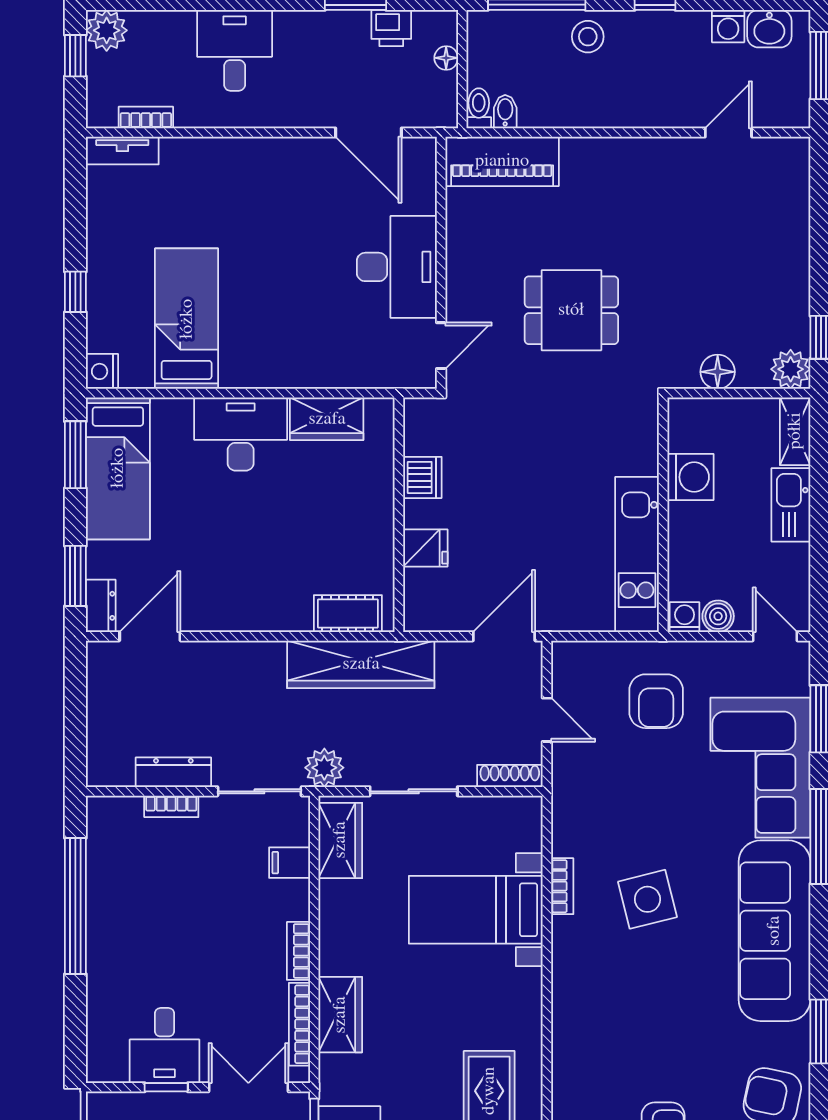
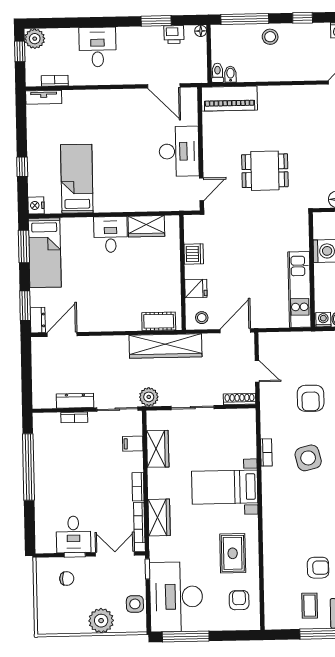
floor lamp: (446, 58) -> (201, 31), moved
desk: (241, 434) -> (111, 234), width x0.73
stool: (436, 608) -> (202, 318), added
armchair: (656, 701) -> (311, 398), moved
wardrobe: (340, 840) -> (158, 449), moved
bed with nightstands: (476, 910) -> (225, 487), moved

